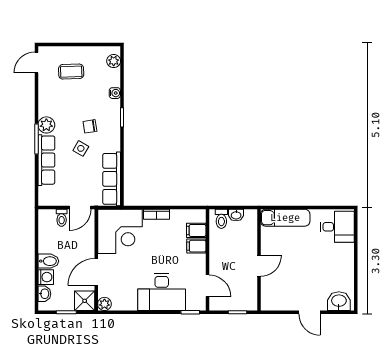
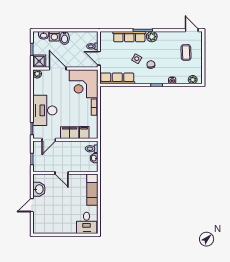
filing cabinet: (196, 246) -> (70, 133), width x2.00
washbasin: (339, 301) -> (39, 189), moved

